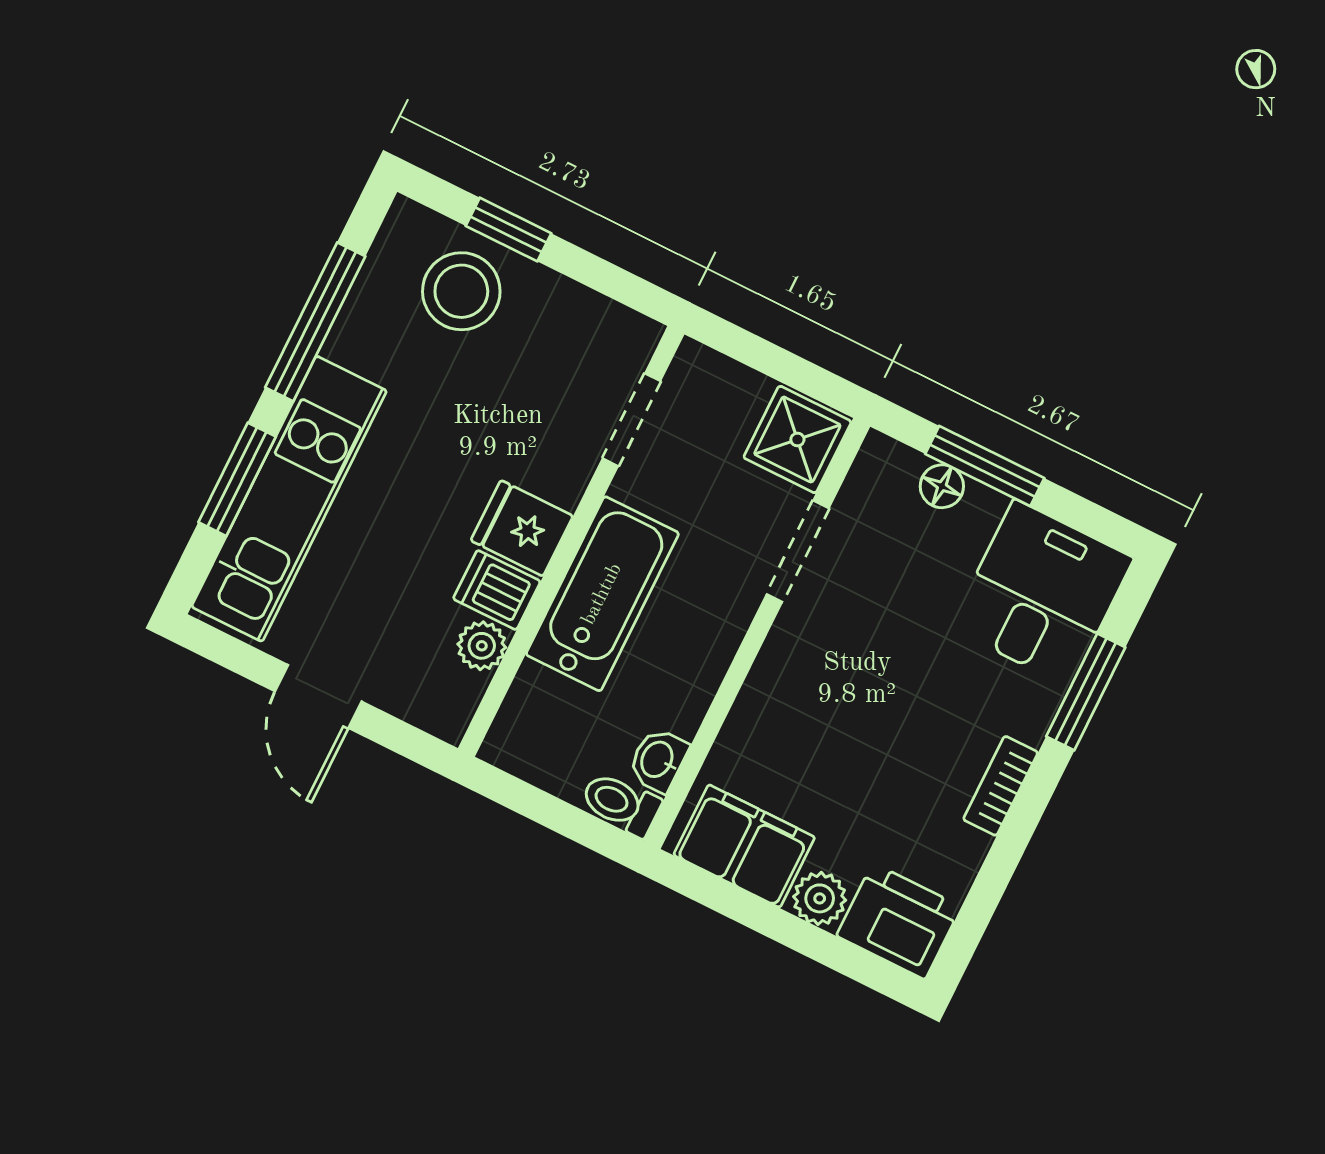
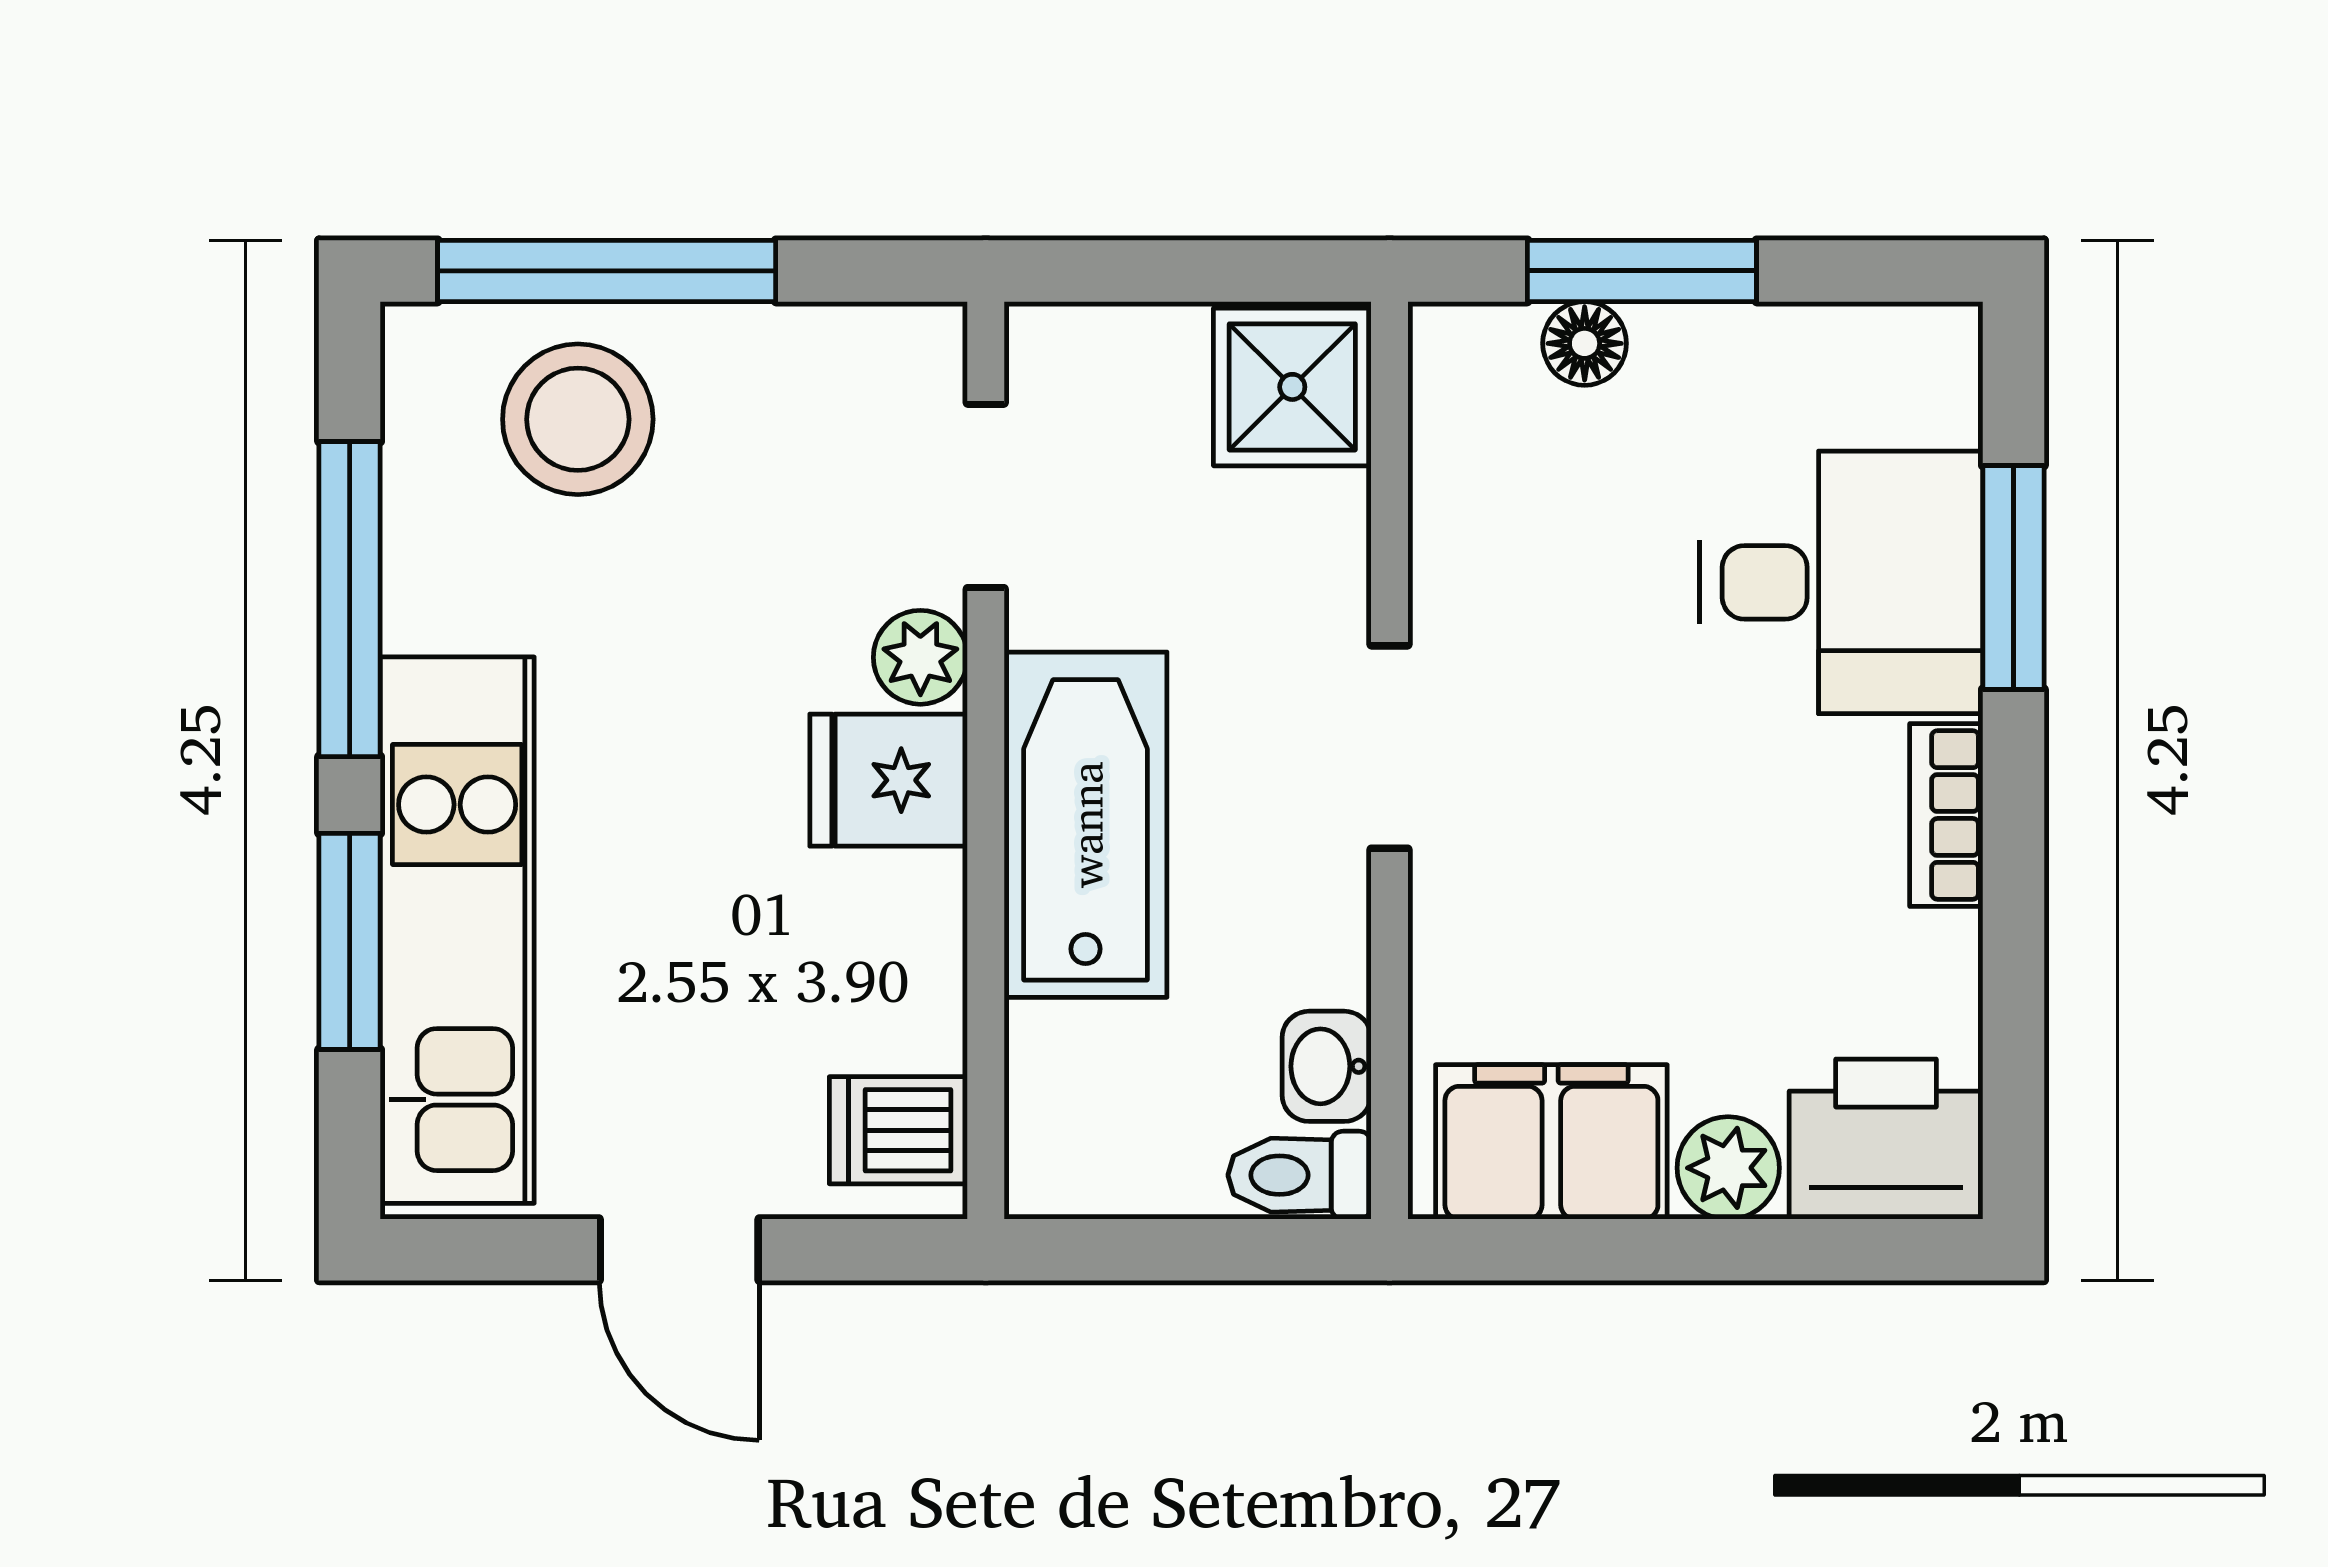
window: (508, 230) -> (607, 271), width x2.17
doorway: (798, 551) -> (1389, 747), moved
dishwasher: (497, 590) -> (898, 1130), moved
desk: (1042, 593) -> (1841, 582), moved, turned 90
plant: (482, 646) -> (920, 657), moved

